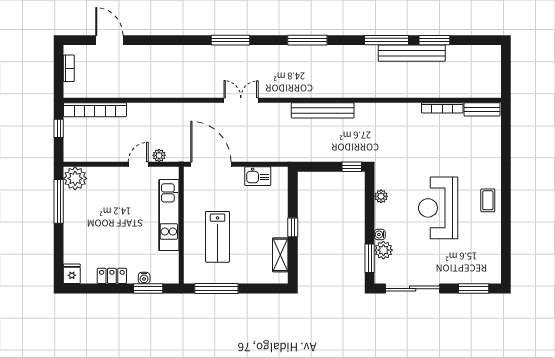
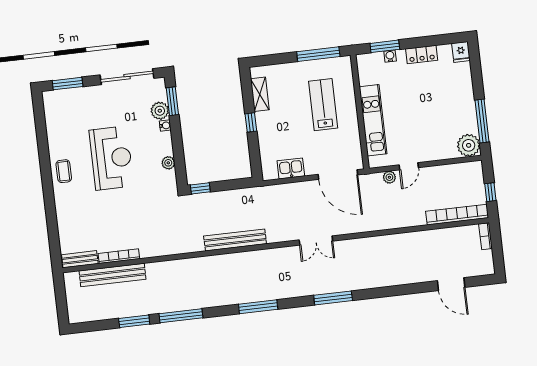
bench: (412, 53) -> (113, 275), moved
bookcase: (69, 68) -> (485, 236), moved

